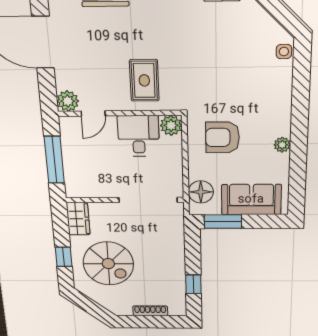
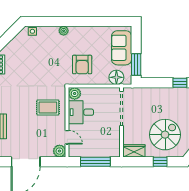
plant: (282, 145) -> (64, 31), moved

